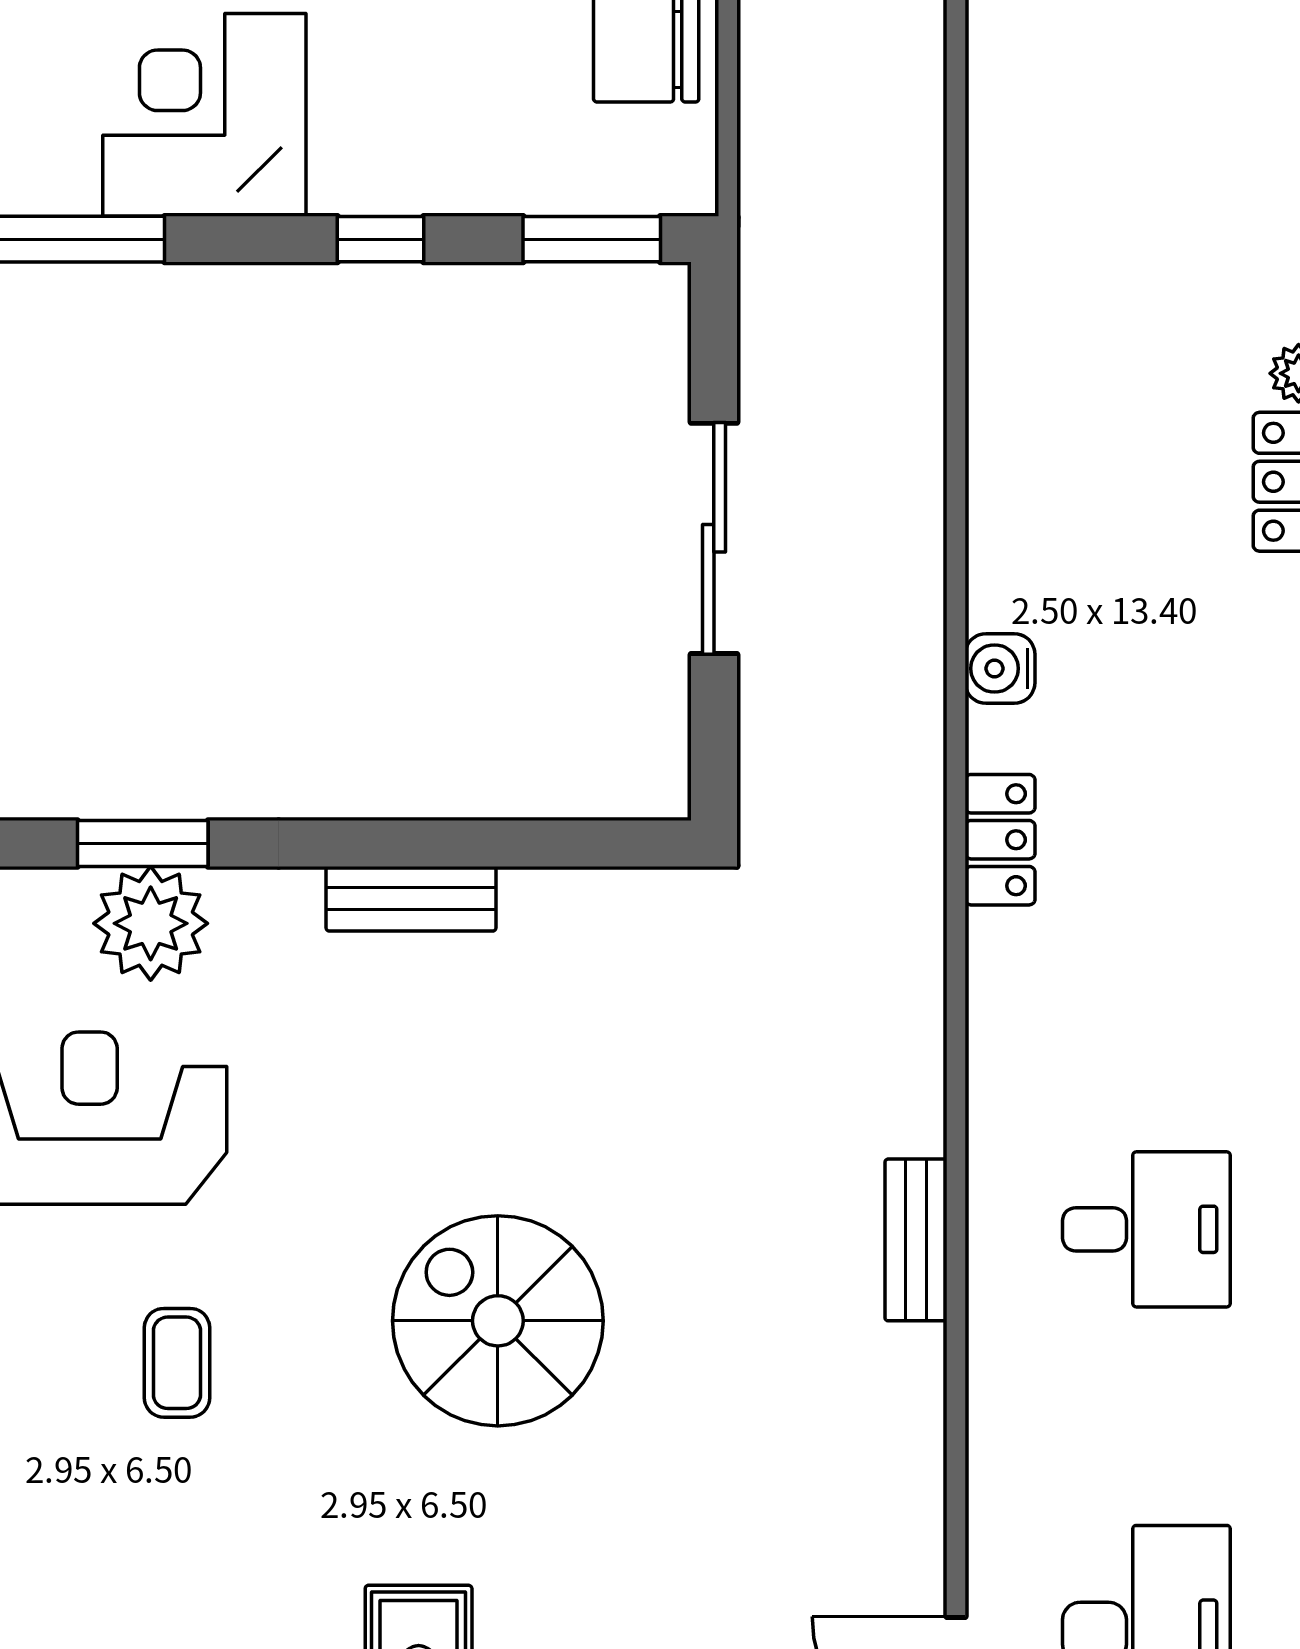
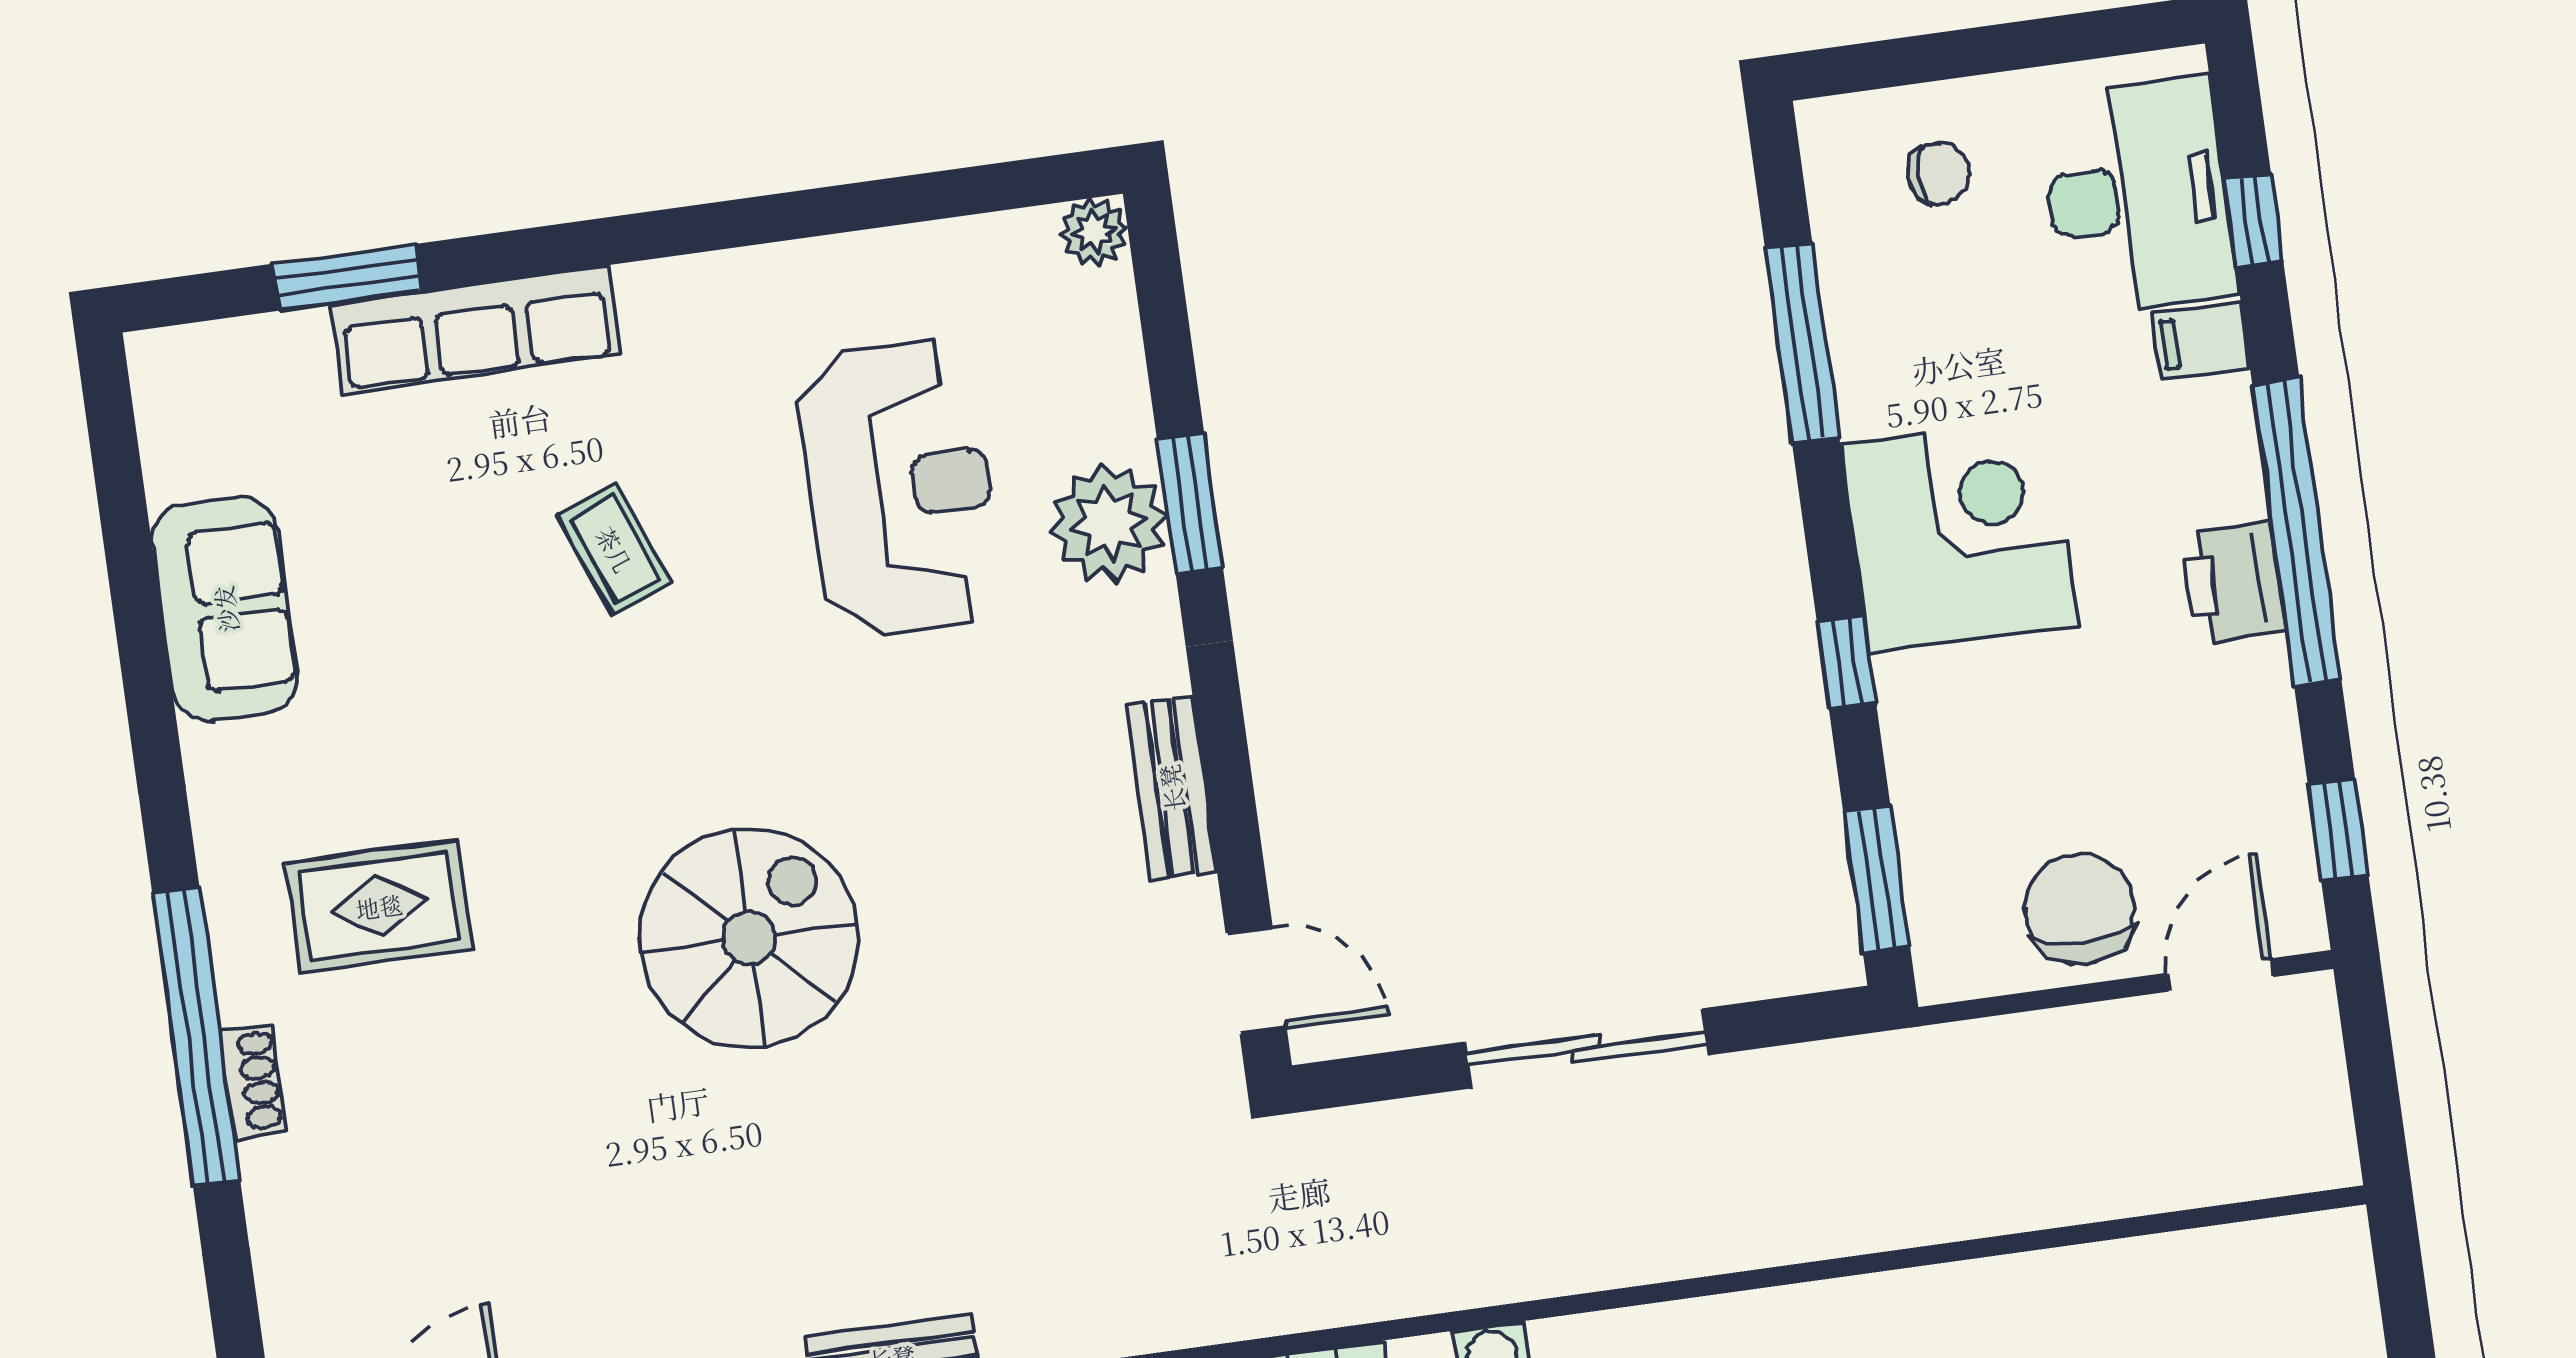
corner desk: (204, 115) -> (1959, 535), moved
door: (606, 844) -> (1256, 981), added
coffee table: (177, 1363) -> (615, 549), moved, turned 69

